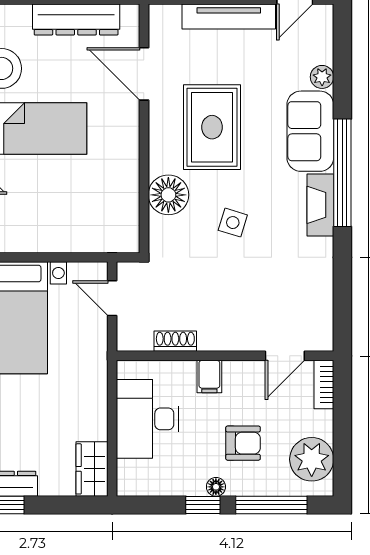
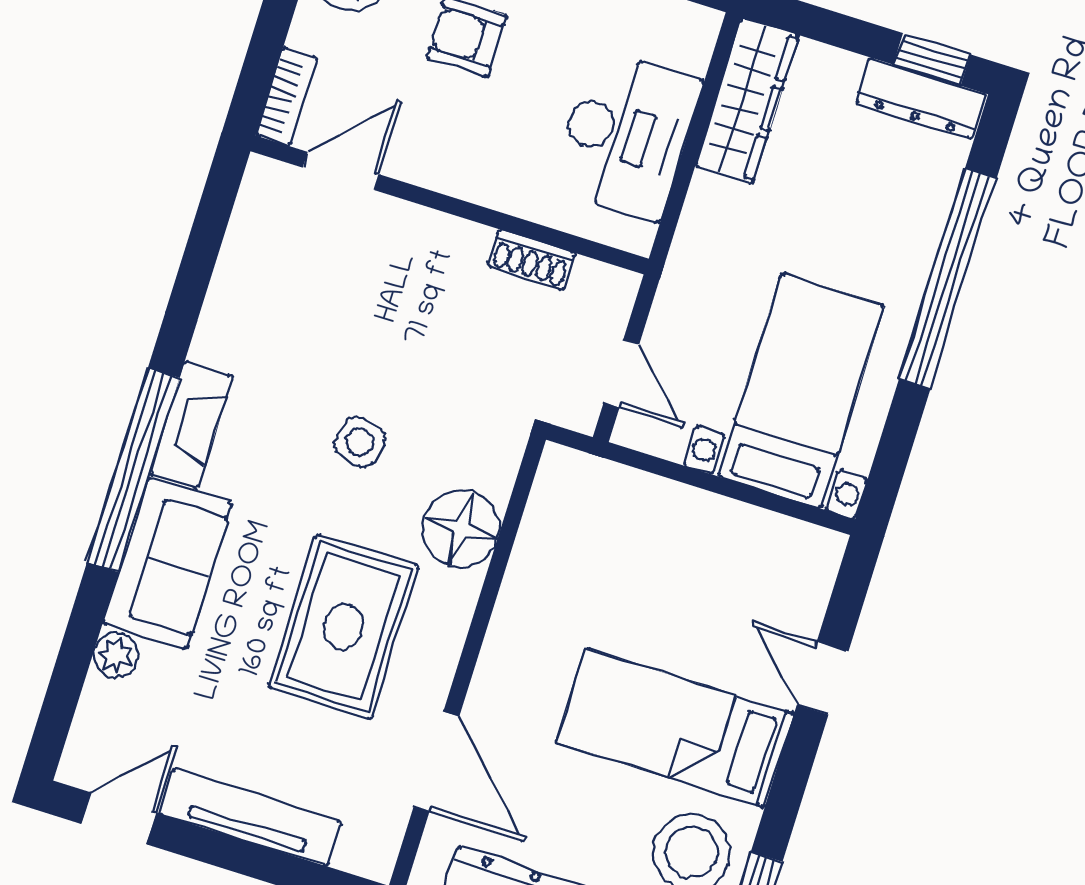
filing cabinet: (209, 377) -> (490, 176), removed
wardrobe: (92, 469) -> (747, 101), width x1.50

